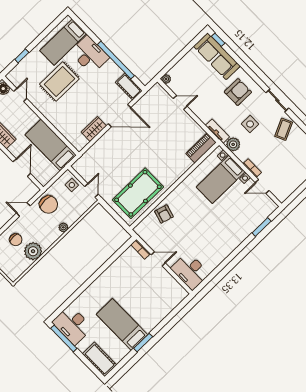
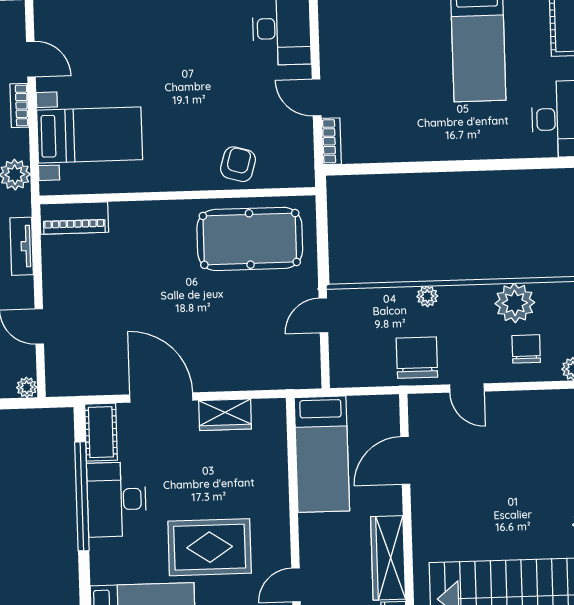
desk: (90, 55) -> (117, 499), moved
tv unit: (217, 131) -> (22, 246), moved
side table: (72, 185) -> (348, 355), removed

